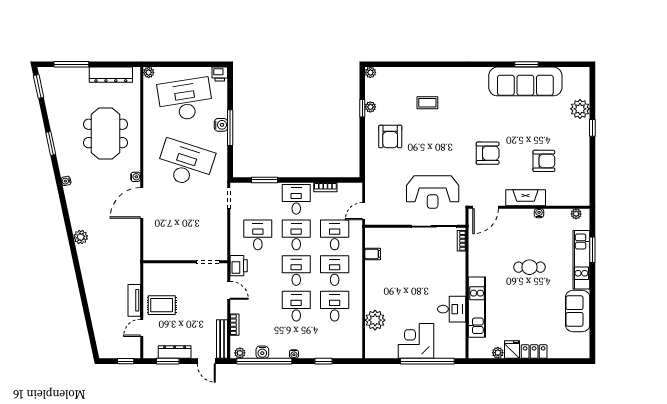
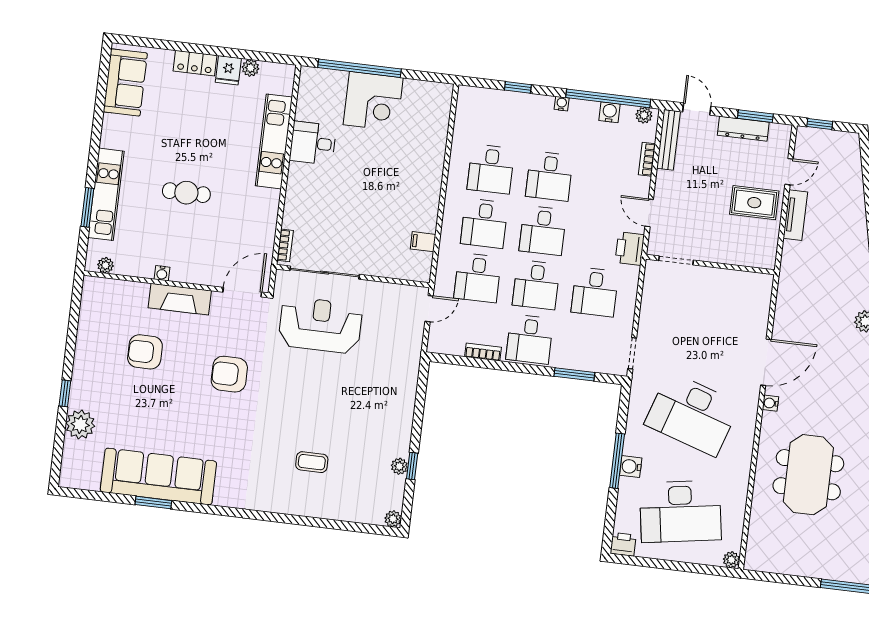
dresser: (111, 75) -> (789, 563), removed
armchair: (390, 137) -> (375, 418), removed
sofa: (578, 311) -> (125, 82), moved
plant: (375, 320) -> (432, 140), removed

